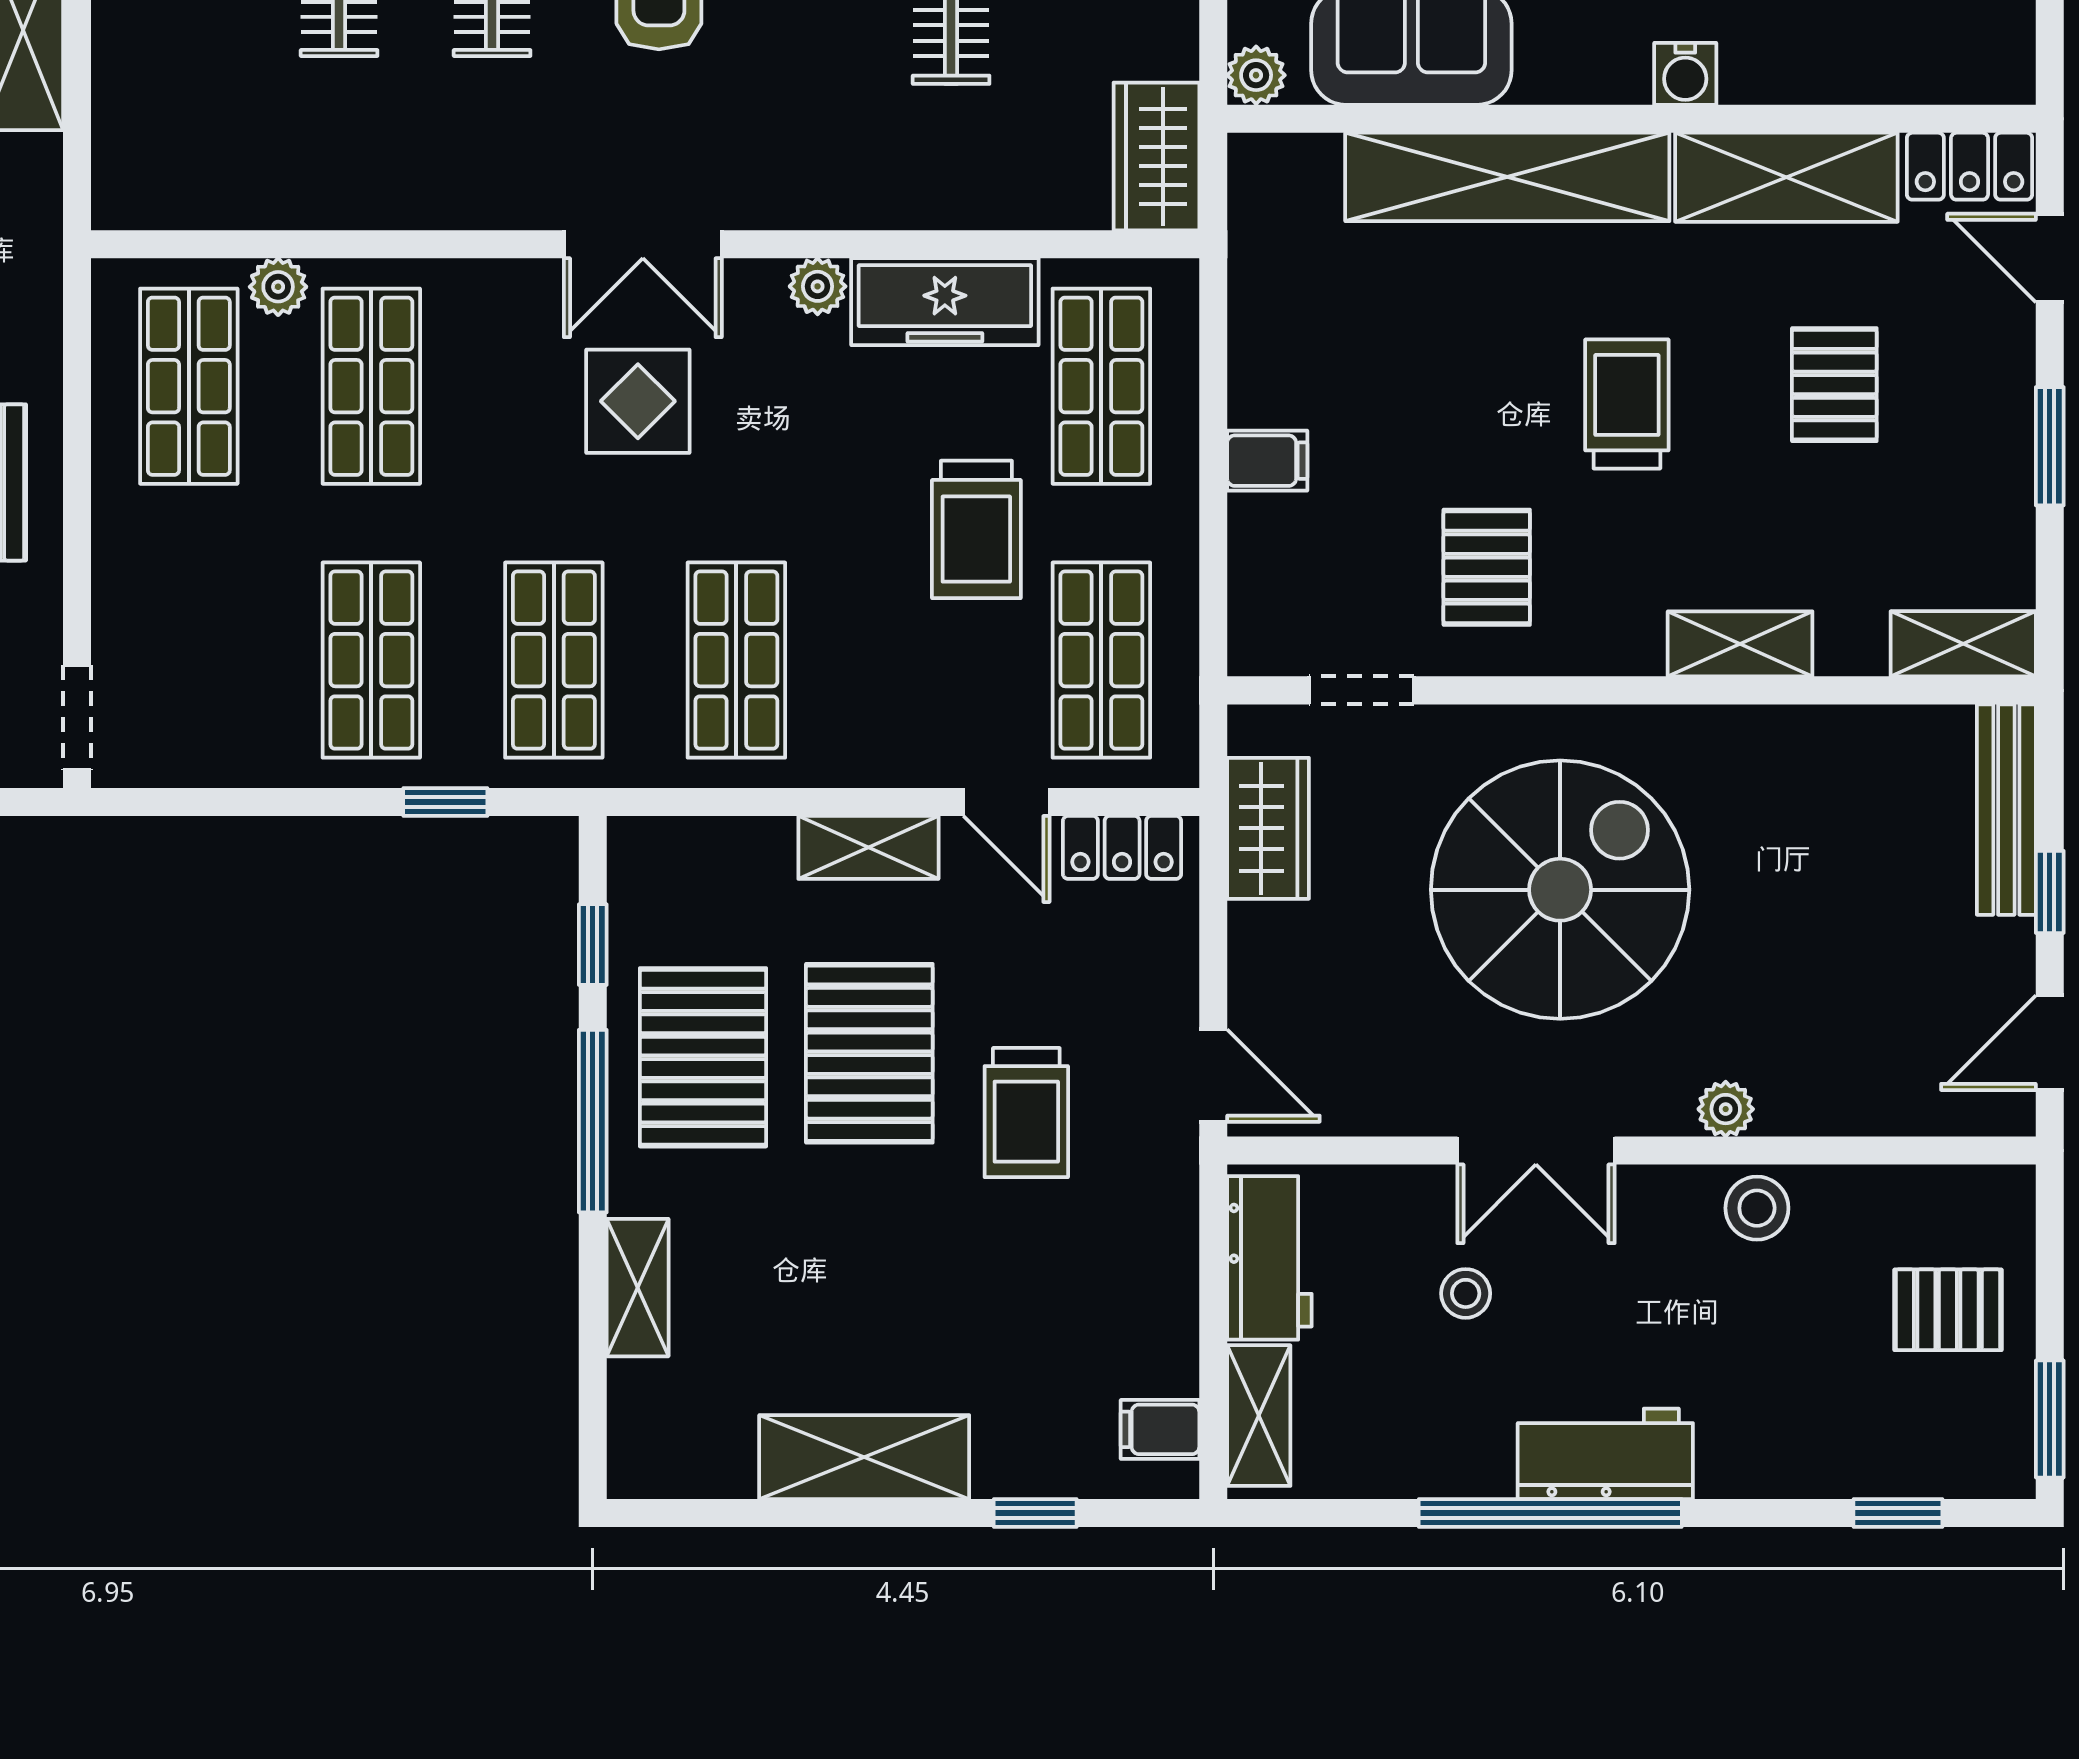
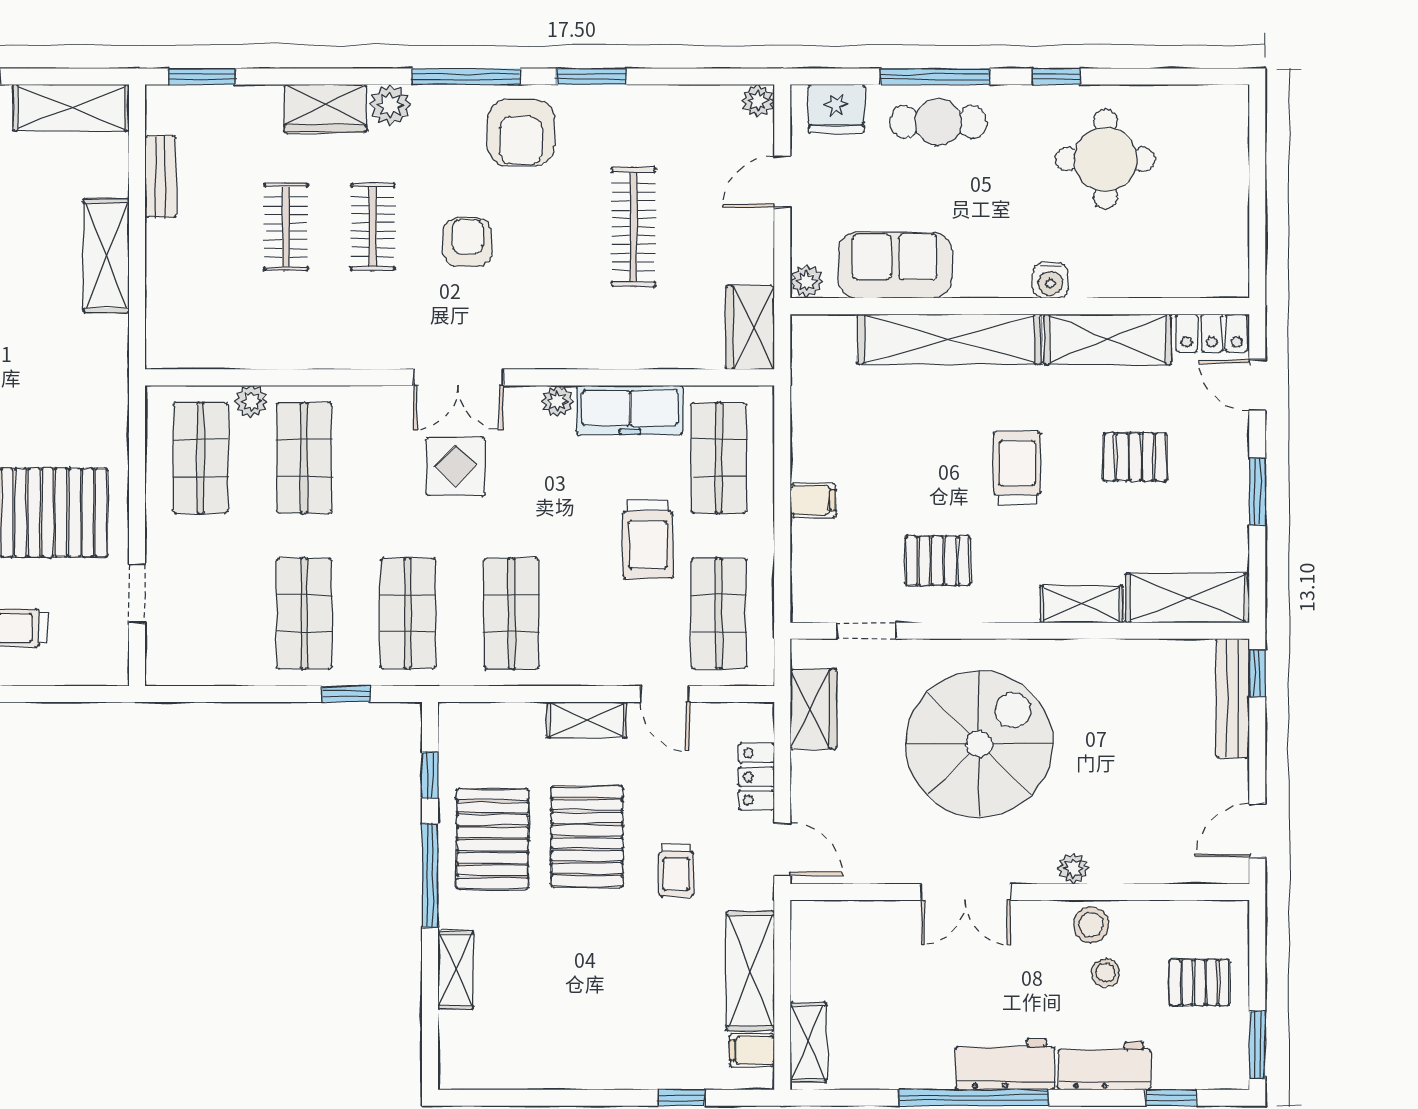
pallet: (1834, 385) -> (1135, 457), turned 90
pallet: (1487, 567) -> (938, 561), turned 90
shelving: (1963, 644) -> (1188, 598), width x1.50, depth x1.33
doorway: (77, 717) -> (137, 593), moved
locker: (1122, 847) -> (756, 777), moved, turned 90
window: (2050, 892) -> (1257, 673), moved
trolley: (1026, 1113) -> (676, 870), width x0.73, depth x0.72
workbench: (1269, 1258) -> (1104, 1066), moved, turned -90
stool: (1466, 1293) -> (1106, 973), moved
shelving: (864, 1457) -> (750, 971), moved, turned 90

